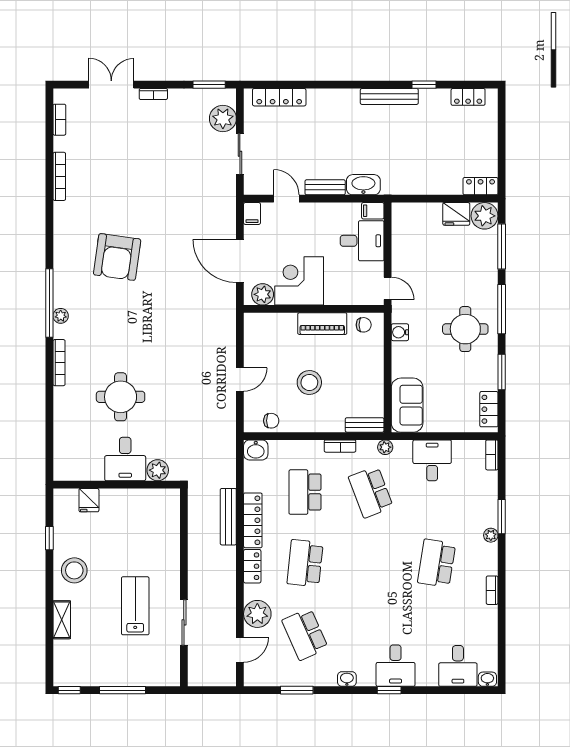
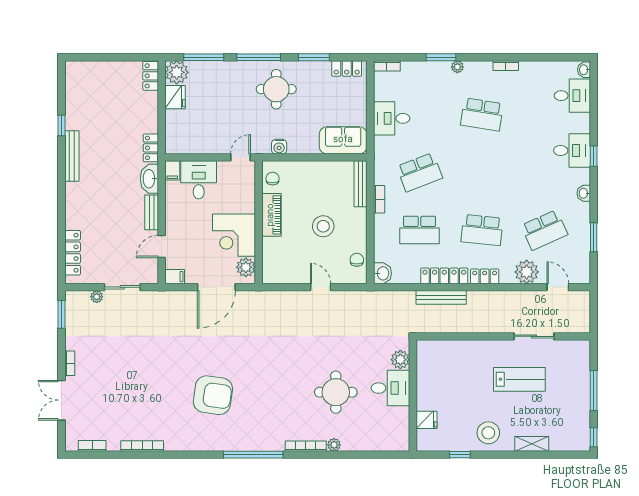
locker: (468, 97) -> (151, 148), moved, turned 180
plant: (223, 119) -> (97, 297), width x0.53, depth x0.53
plant: (61, 316) -> (334, 445), moved
bench: (365, 425) -> (361, 184), width x1.36
plant: (385, 447) -> (380, 160), removed
lab bench: (135, 606) -> (519, 379), turned 180

